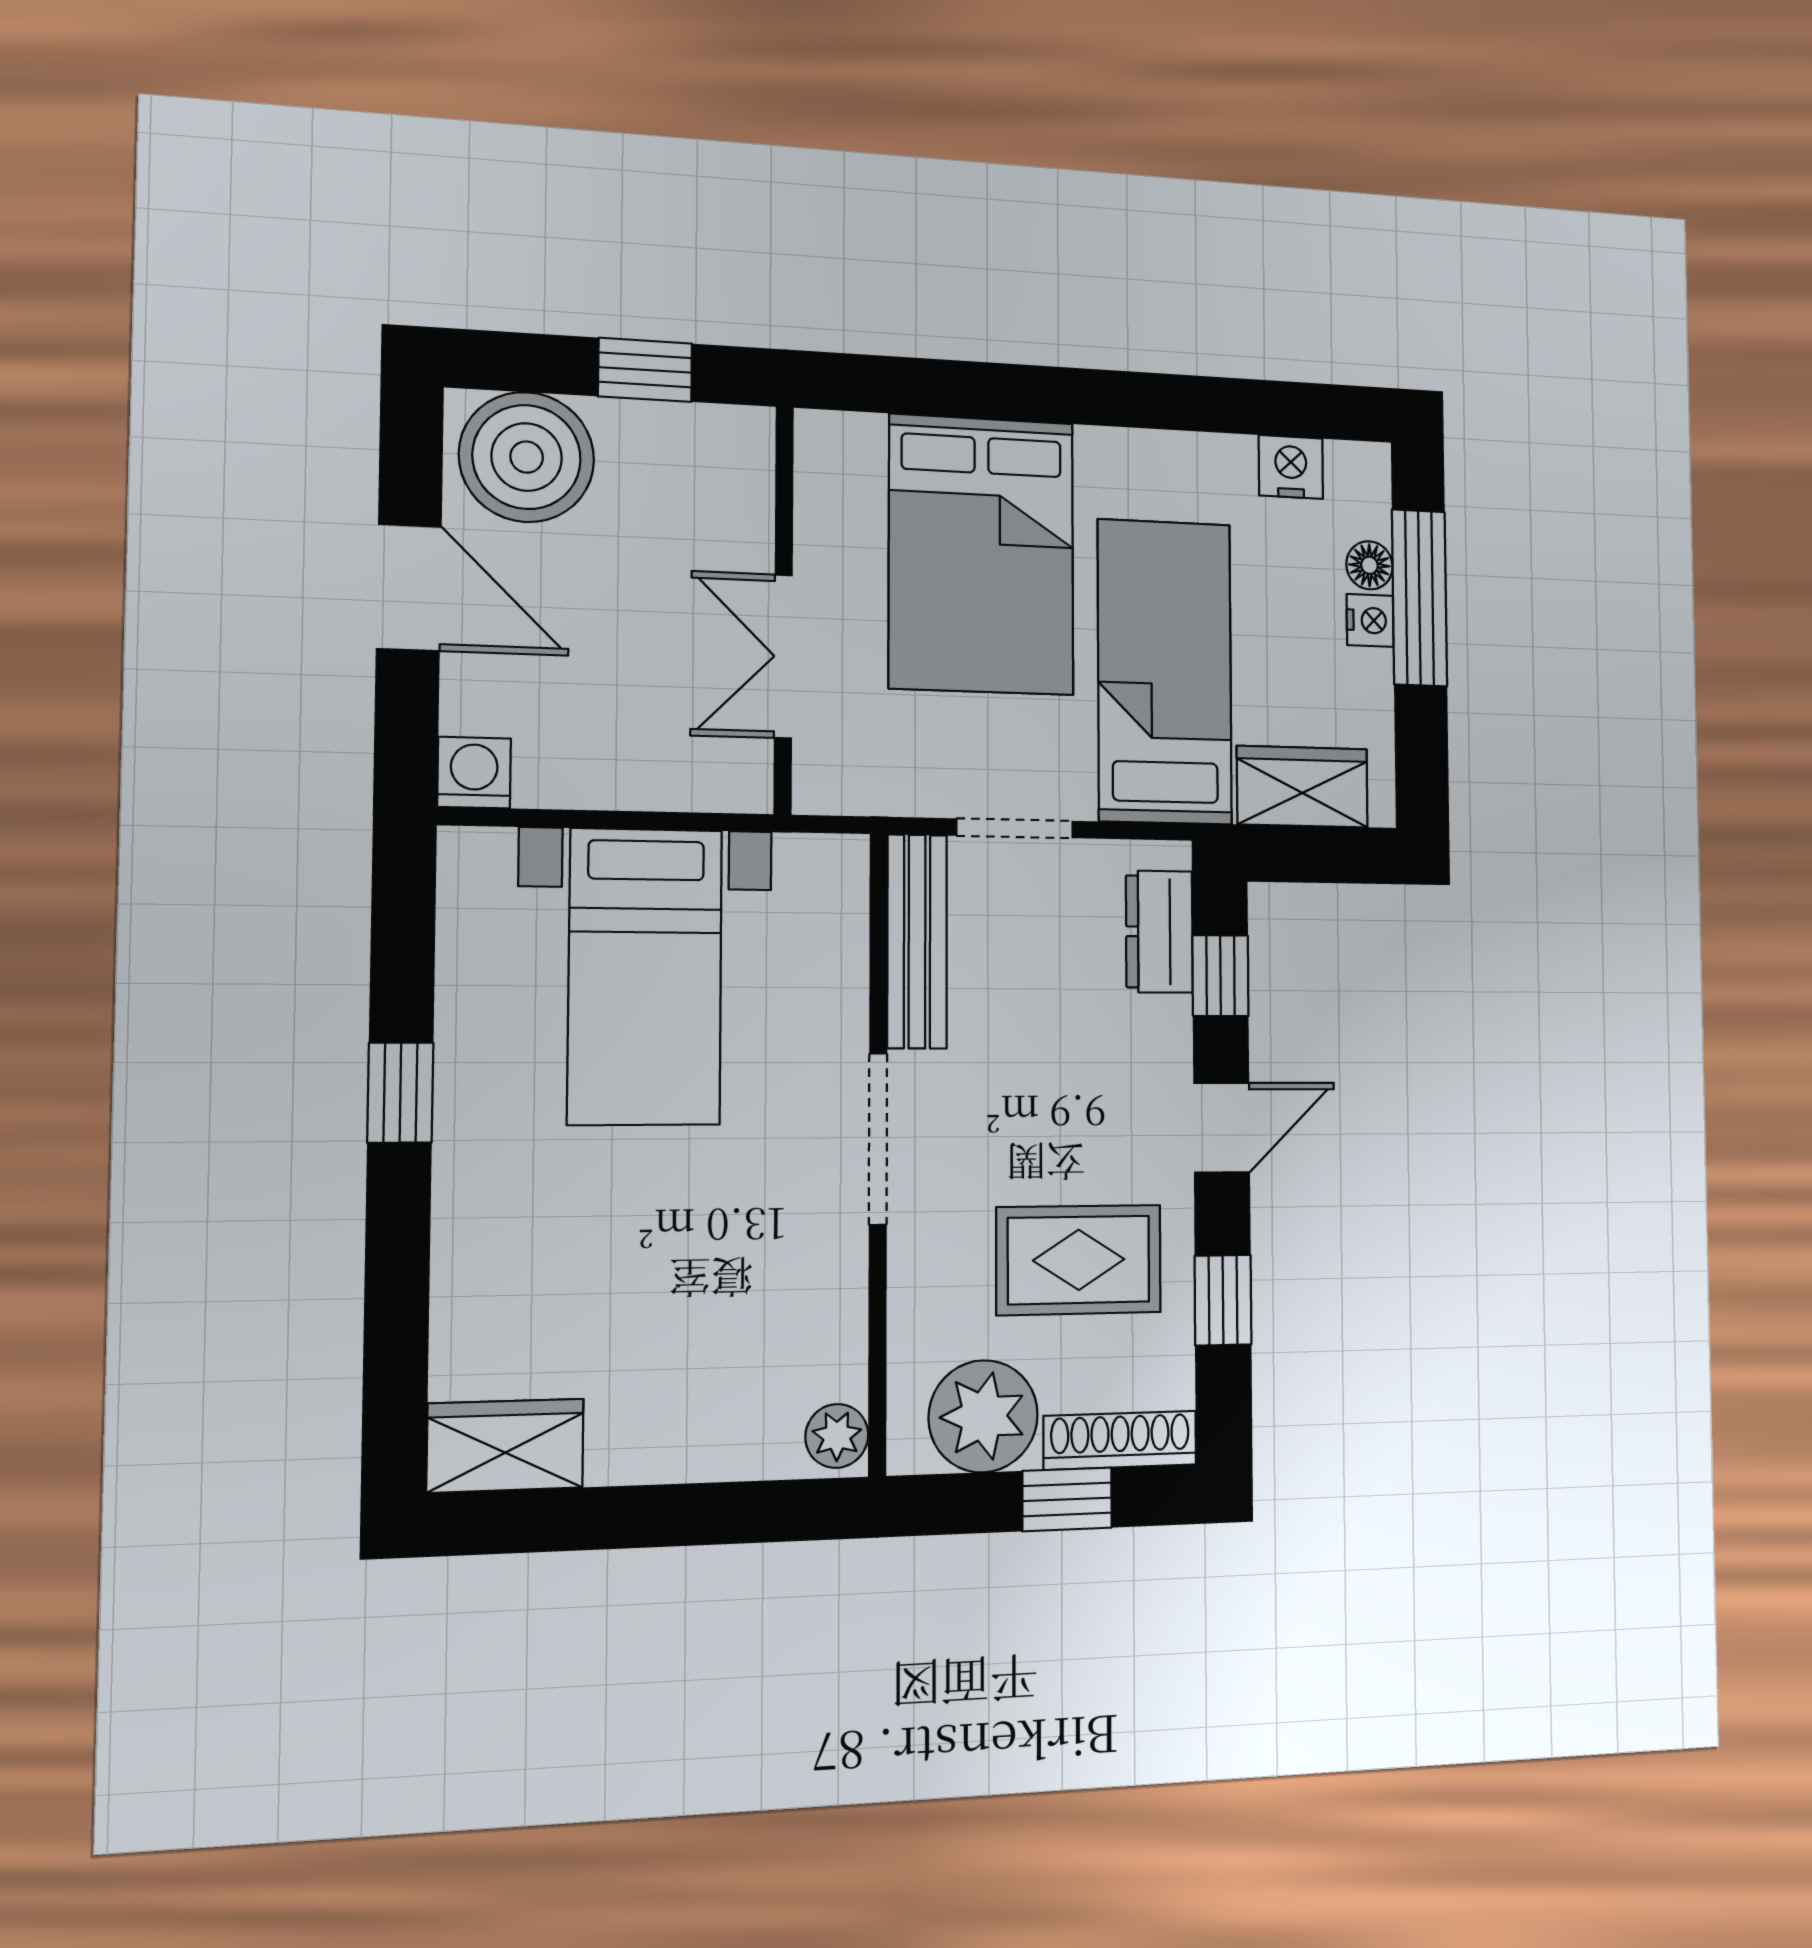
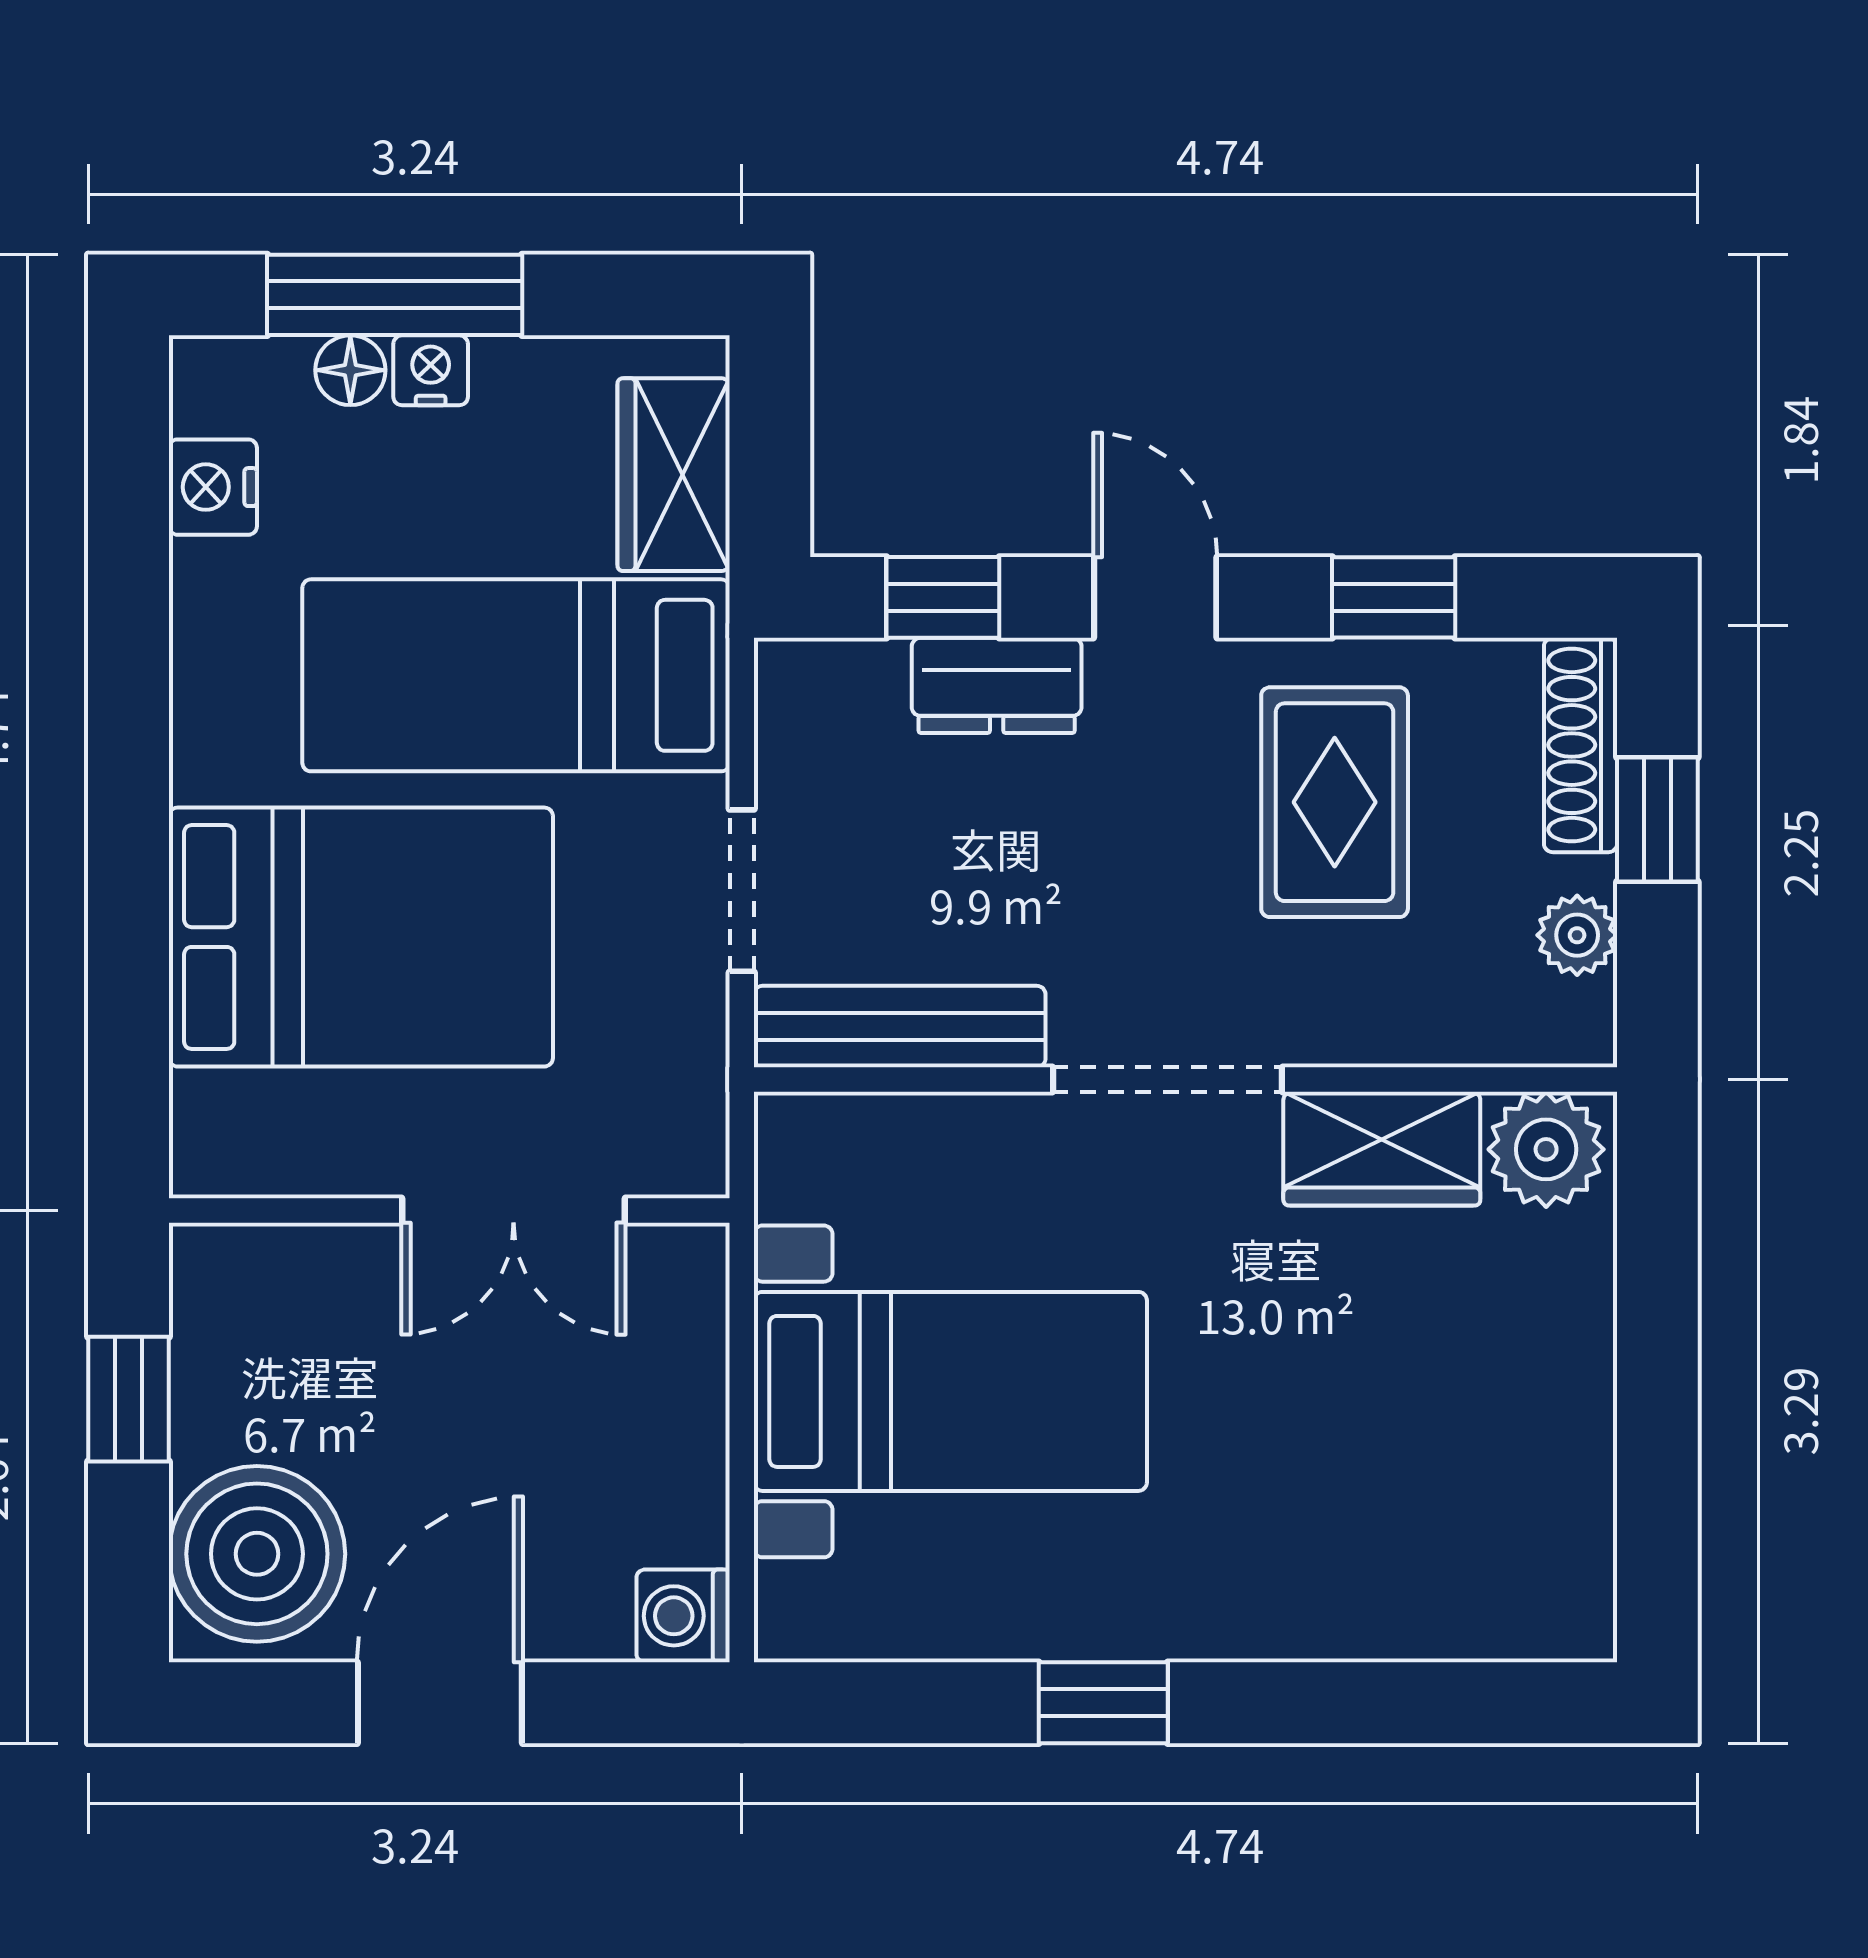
dresser: (1159, 932) -> (997, 685), moved
plant: (983, 1416) -> (1577, 935), width x0.53, depth x0.53
plant: (837, 1436) -> (1546, 1149), width x1.38, depth x1.38
wardrobe: (505, 1446) -> (1382, 1149), moved, turned -90

